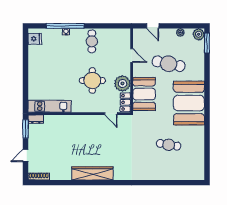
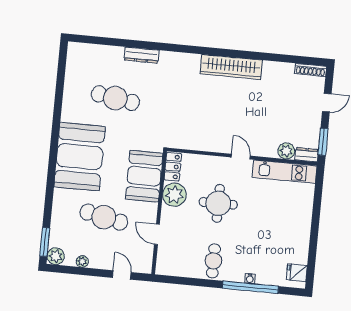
door: (111, 114) -> (241, 157), moved
plant: (50, 120) -> (286, 151), added
cafe table: (169, 145) -> (115, 98), width x1.37, depth x1.35
dresser: (154, 176) -> (142, 55), added

